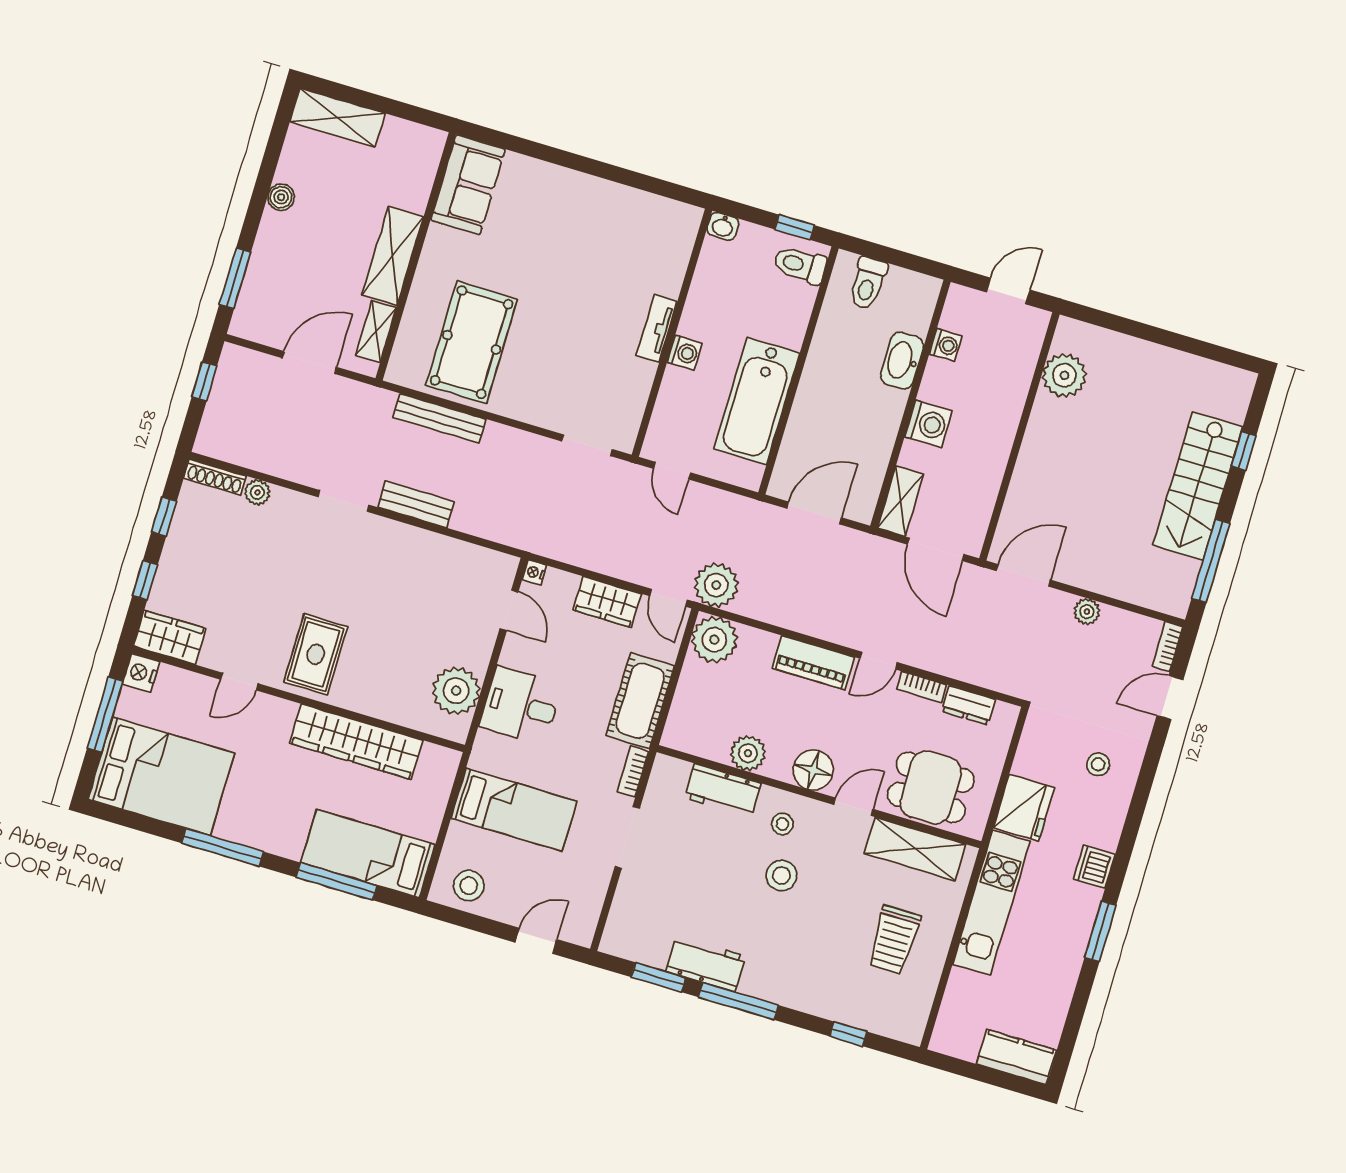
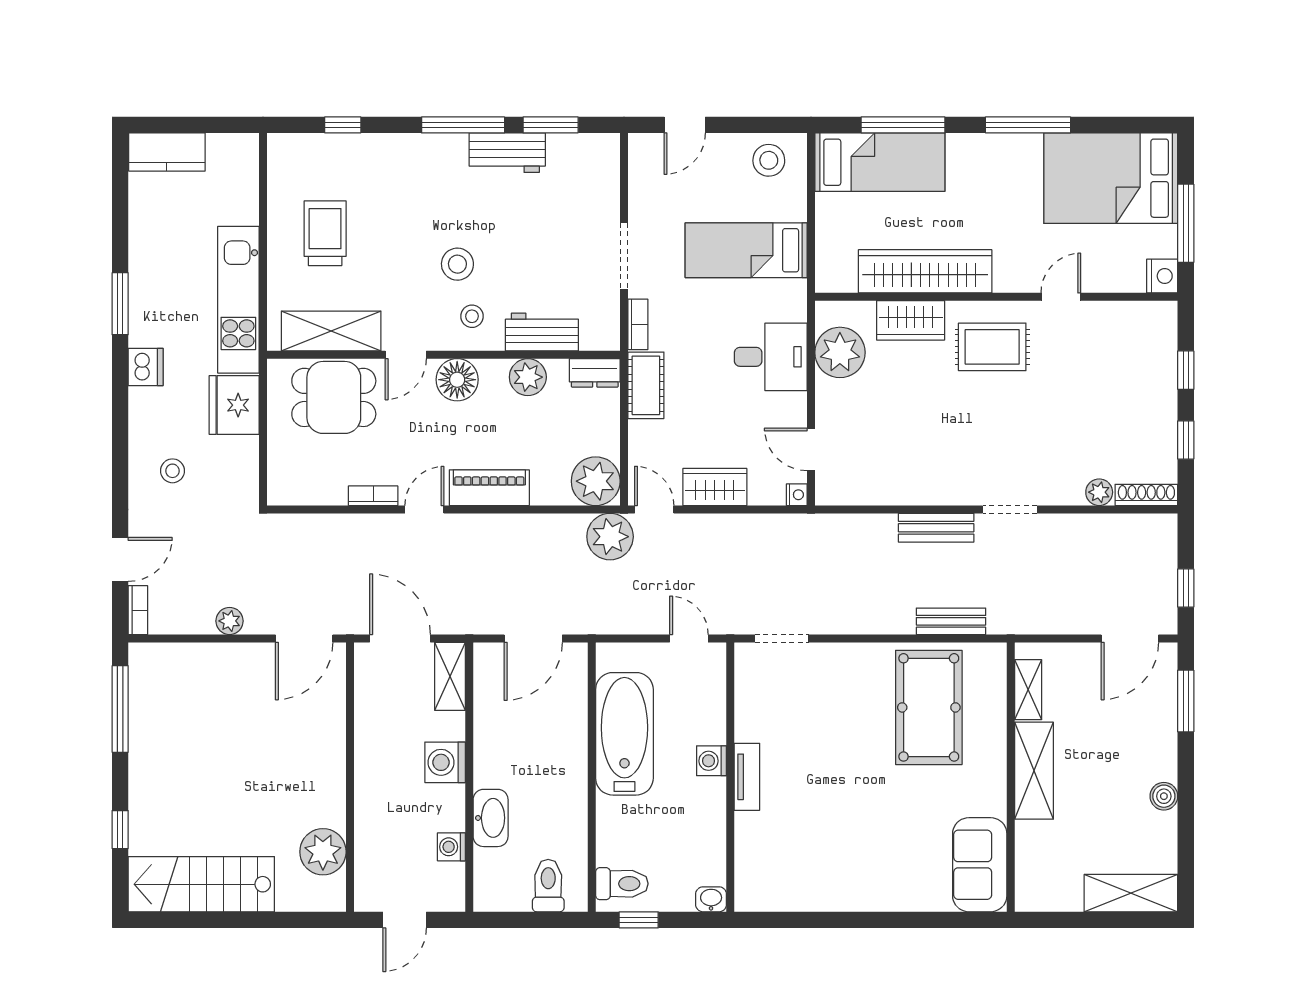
door: (309, 362) -> (1130, 638), moved
bench: (439, 418) -> (951, 621), width x0.73
stairs: (1198, 486) -> (201, 884), moved, turned -90
wardrobe: (170, 637) -> (911, 320), moved
rug: (316, 654) -> (992, 347), turned 90
cot: (640, 701) -> (646, 385), width x0.73, depth x0.75
dresser: (968, 705) -> (595, 373), moved, turned 180

